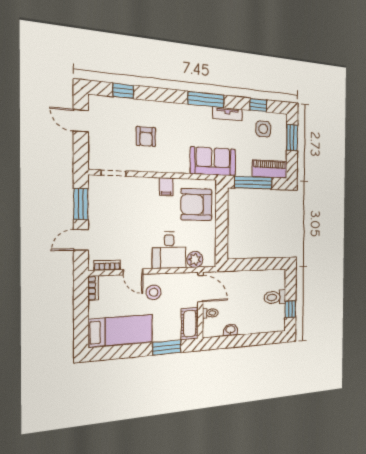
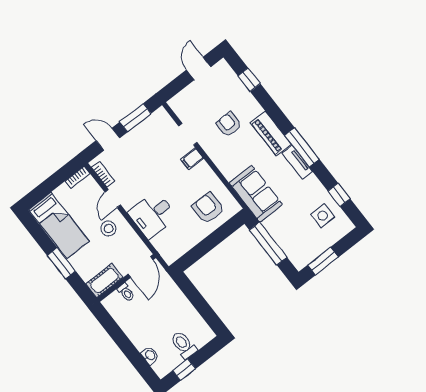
tv unit: (228, 114) -> (297, 162), moved
armchair: (146, 137) -> (229, 124), turned 90
window: (292, 137) -> (323, 261), moved
piano: (270, 169) -> (271, 133), moved, turned 180
doorway: (113, 173) -> (188, 134), moved
filing cabinet: (166, 187) -> (192, 159), moved
armchair: (196, 205) -> (208, 208), width x0.73, depth x0.73
plant: (195, 259) -> (161, 243), removed
washbasin: (230, 330) -> (150, 355), moved
window: (167, 347) -> (61, 263), moved

